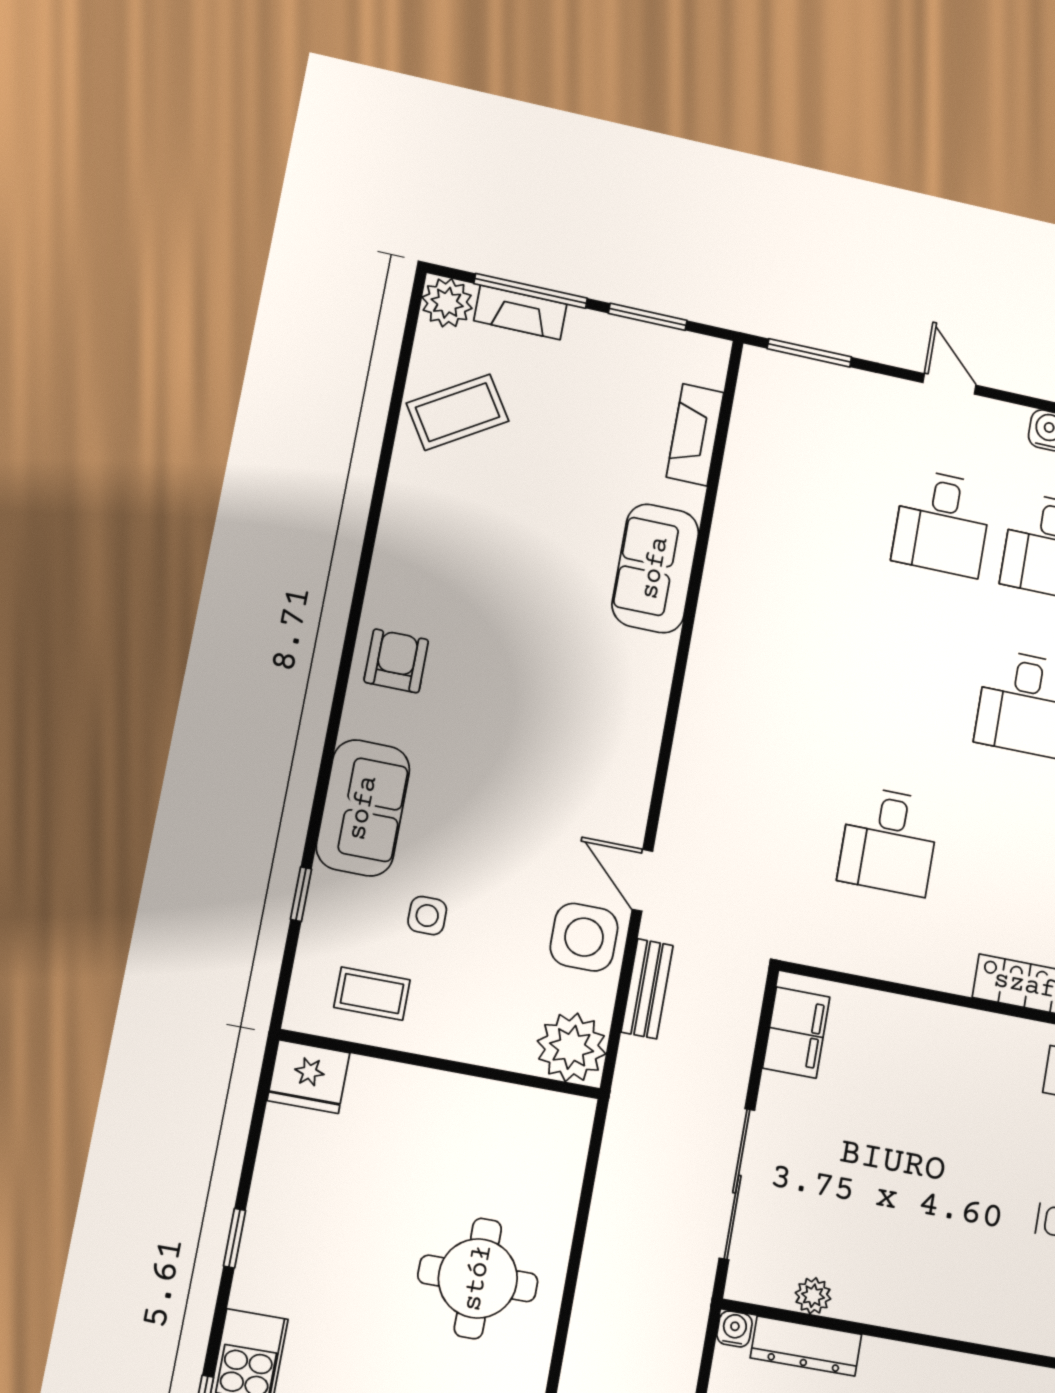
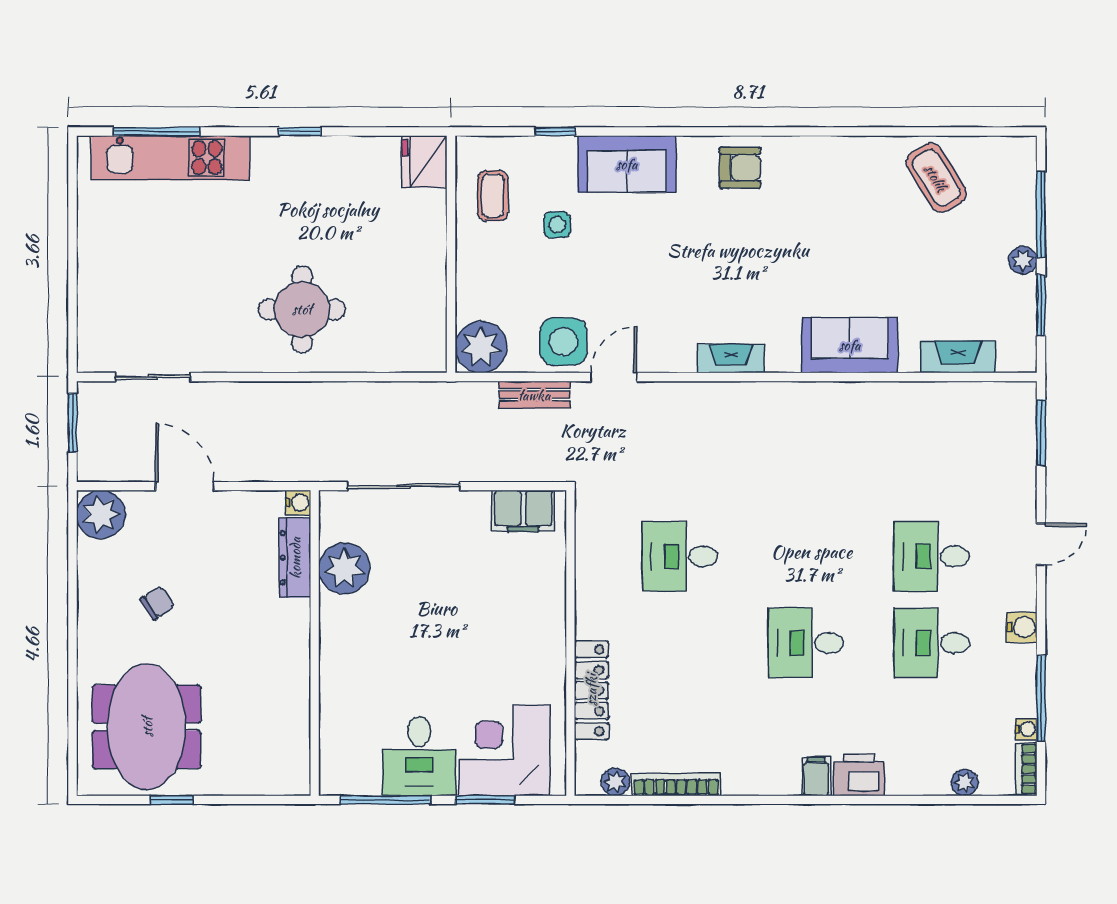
plant: (447, 303) -> (1023, 260), moved, width x0.73, depth x0.73
fireplace: (520, 312) -> (731, 359), moved, turned 90
plant: (813, 1296) -> (344, 568), width x1.88, depth x1.88

